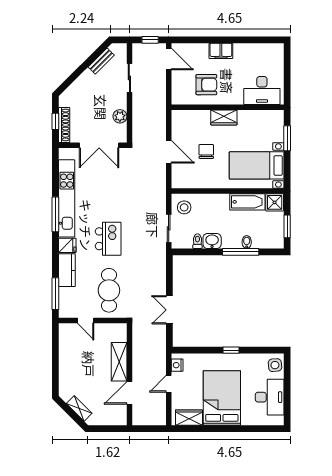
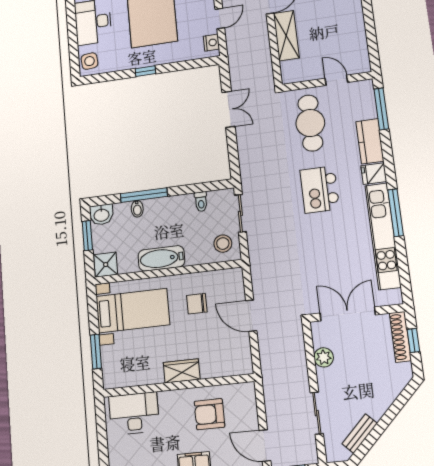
chair: (206, 151) -> (197, 304), moved, turned 90
bathtub: (247, 202) -> (161, 258), moved
washbasin: (212, 241) -> (101, 215), moved

